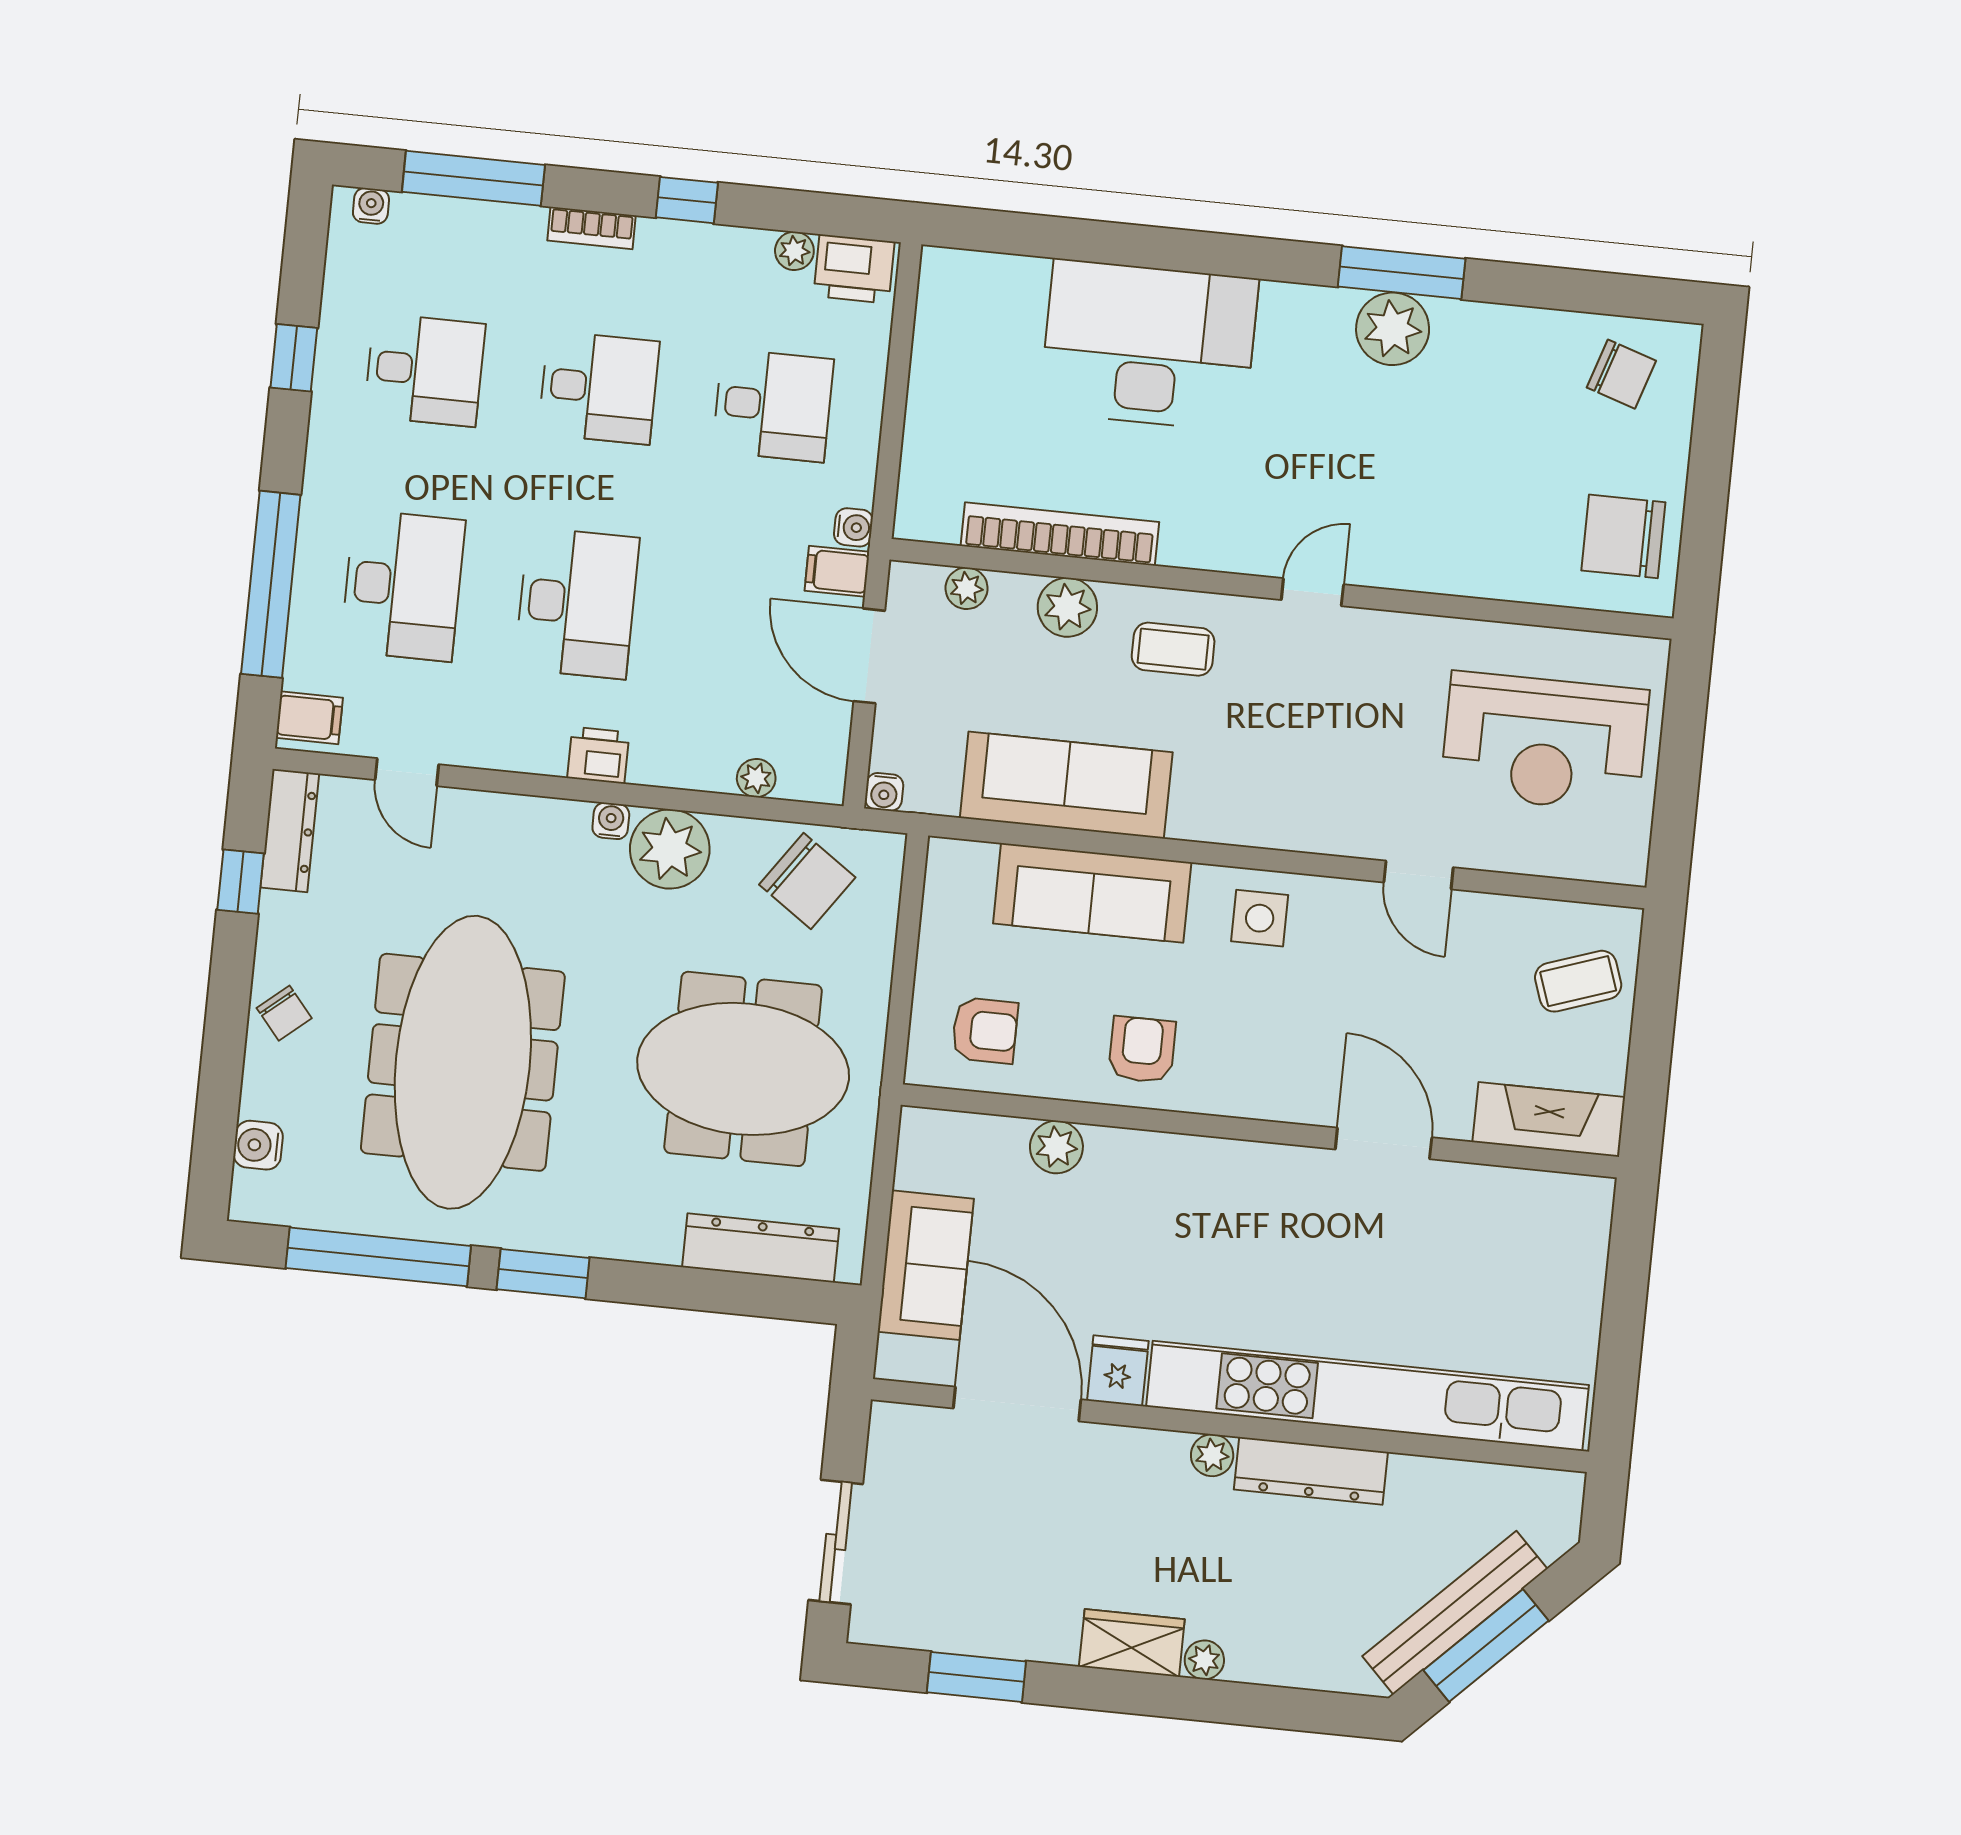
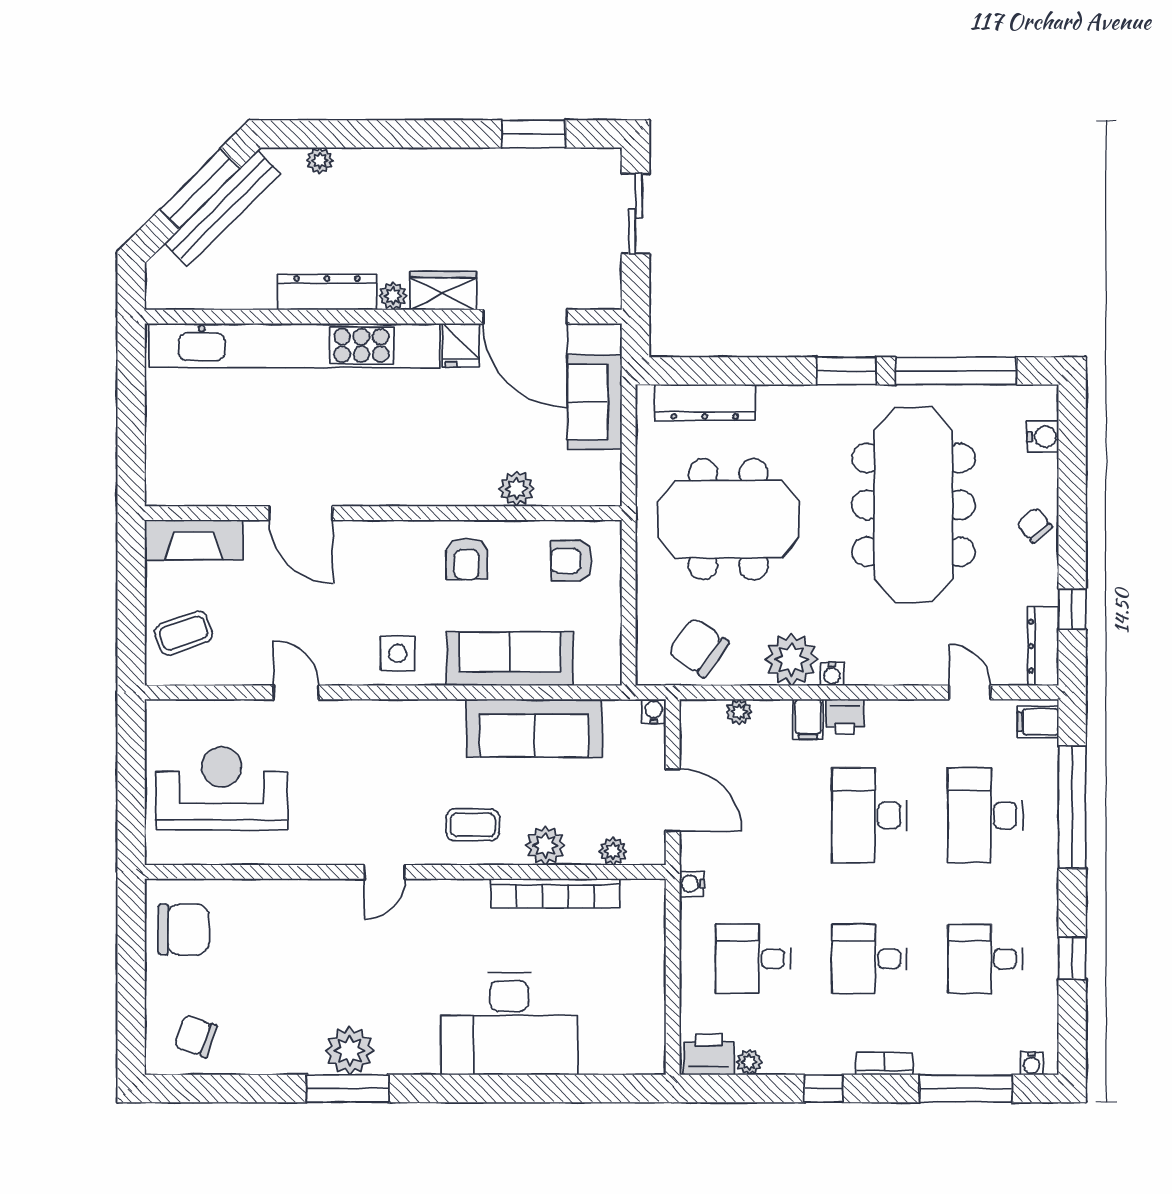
filing cabinet: (837, 571) -> (808, 719), moved, turned 90
wardrobe: (1132, 1643) -> (443, 291), moved, turned 180
plant: (1204, 1660) -> (320, 160), moved

